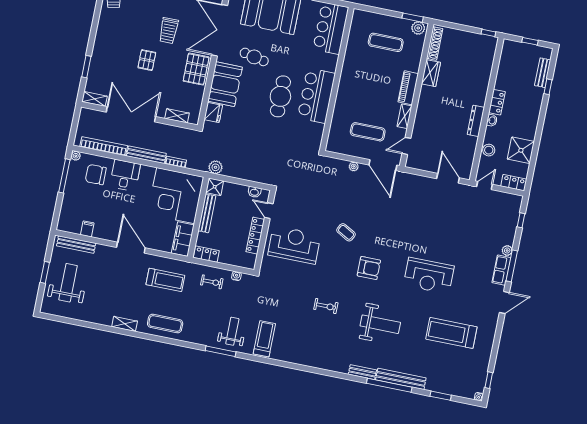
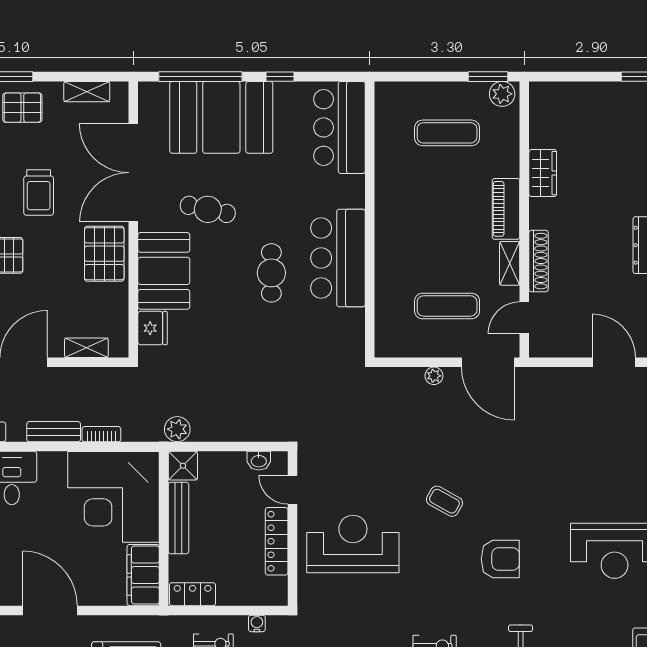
shoe rack: (435, 43) -> (539, 261), moved
cafe table: (280, 96) -> (271, 273), width x0.73, depth x0.74
bench: (146, 155) -> (54, 432), width x0.73

